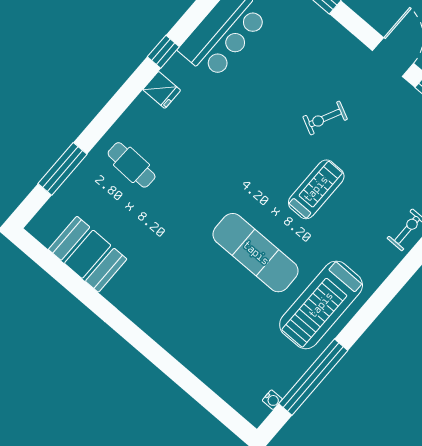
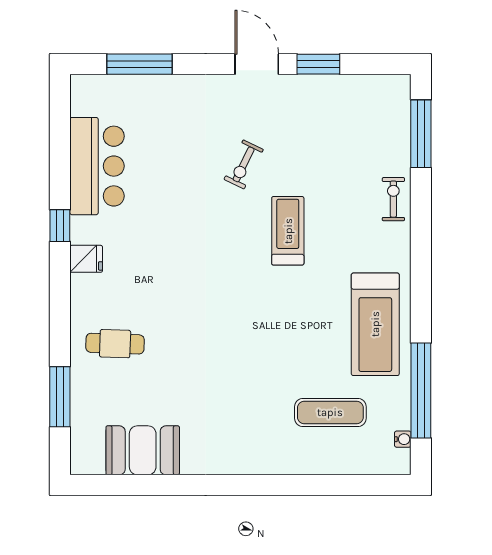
exercise mat: (256, 253) -> (330, 412), moved, width x0.73, depth x0.69

